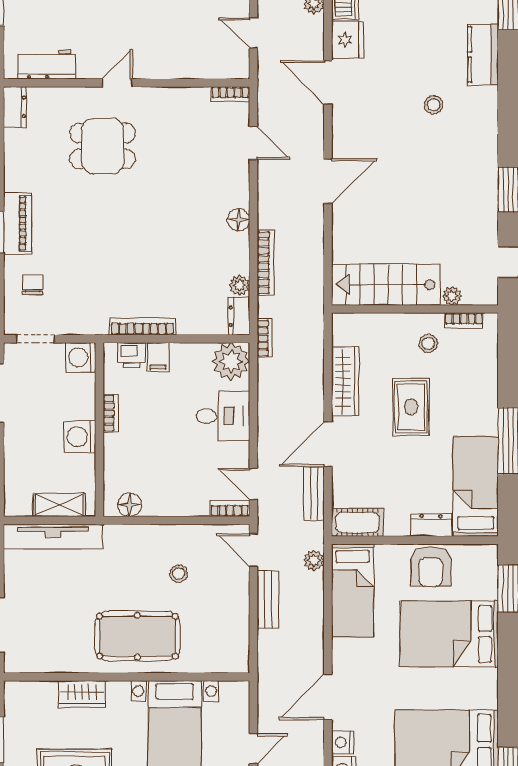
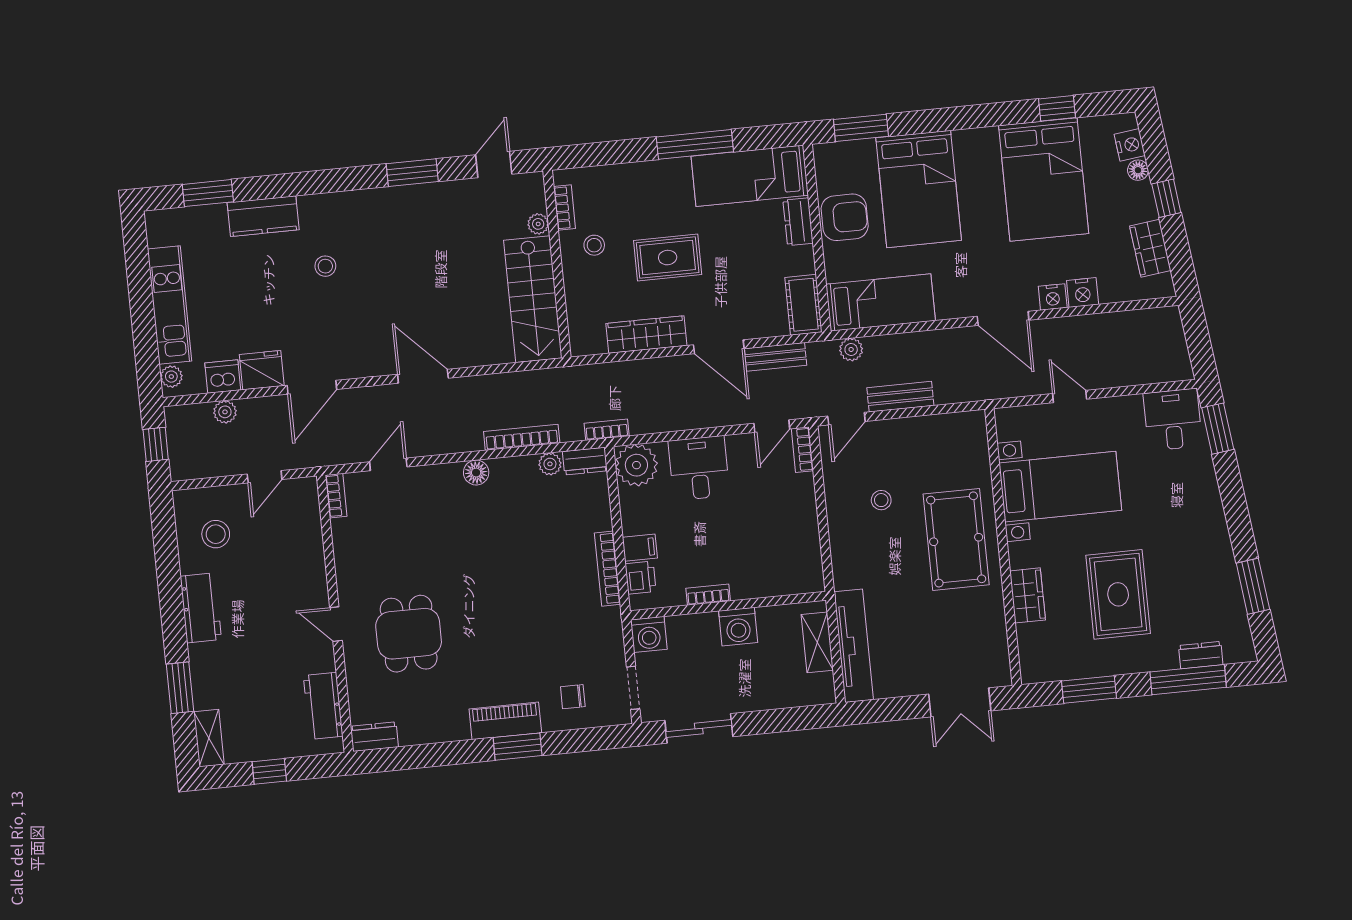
floor lamp: (130, 505) -> (809, 563), removed

